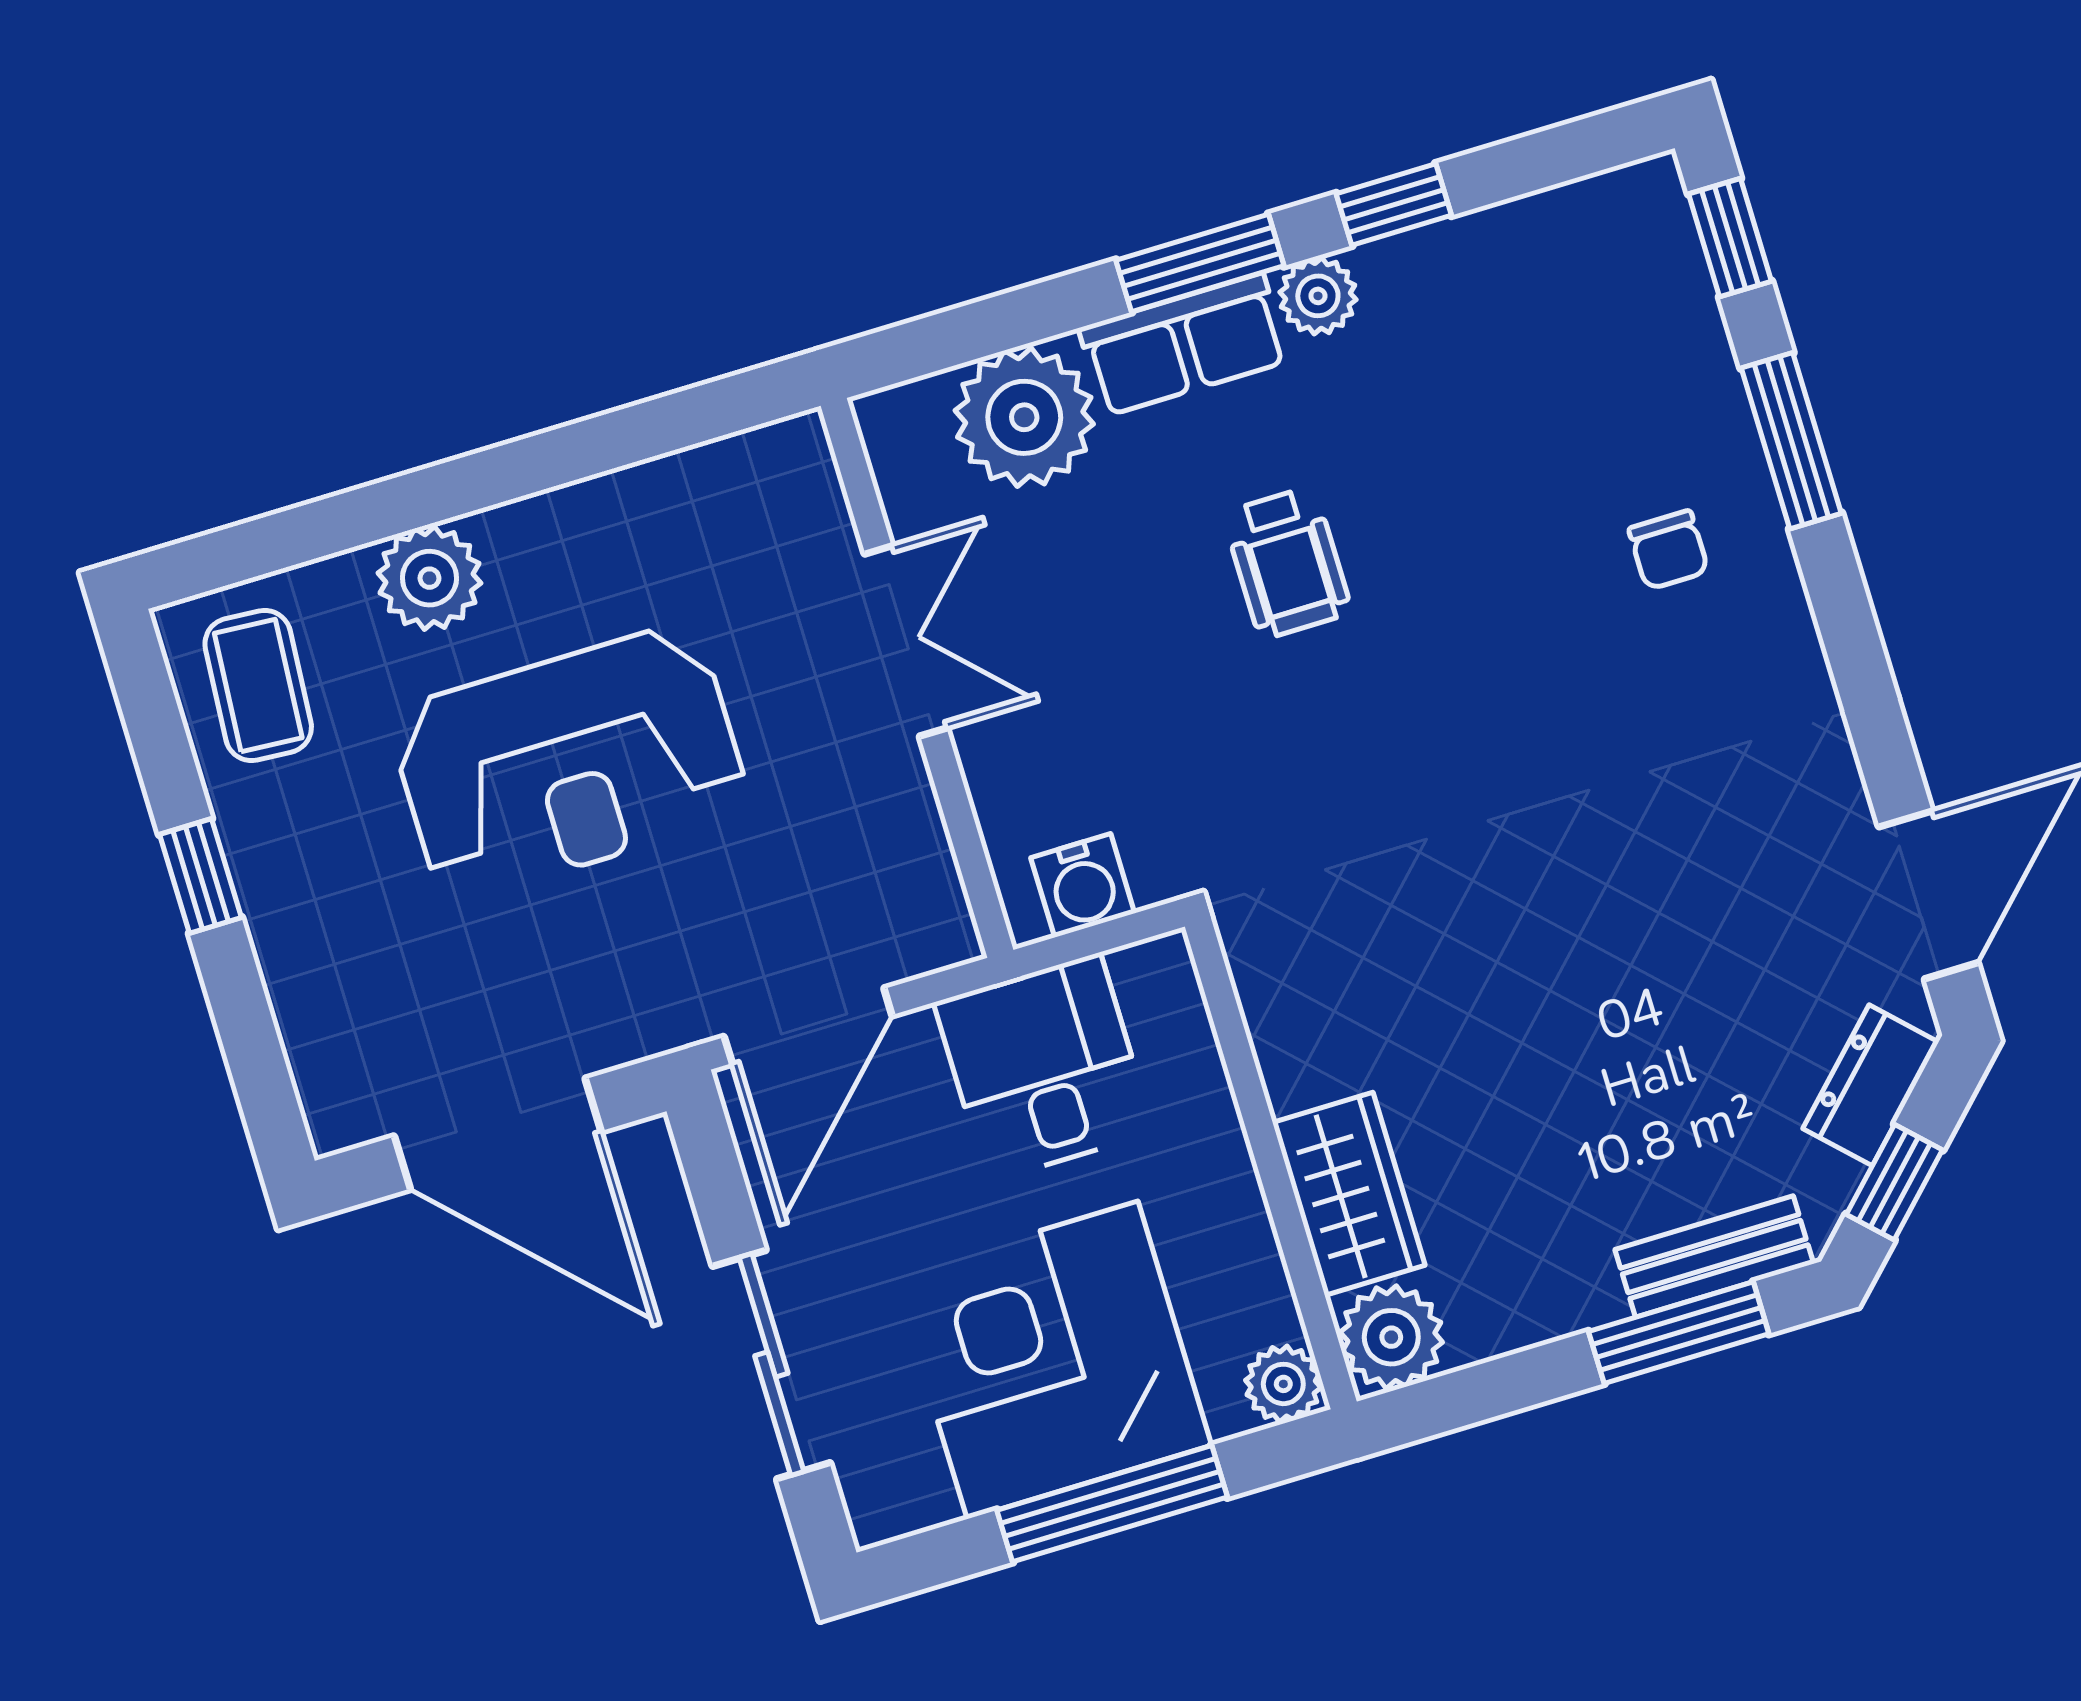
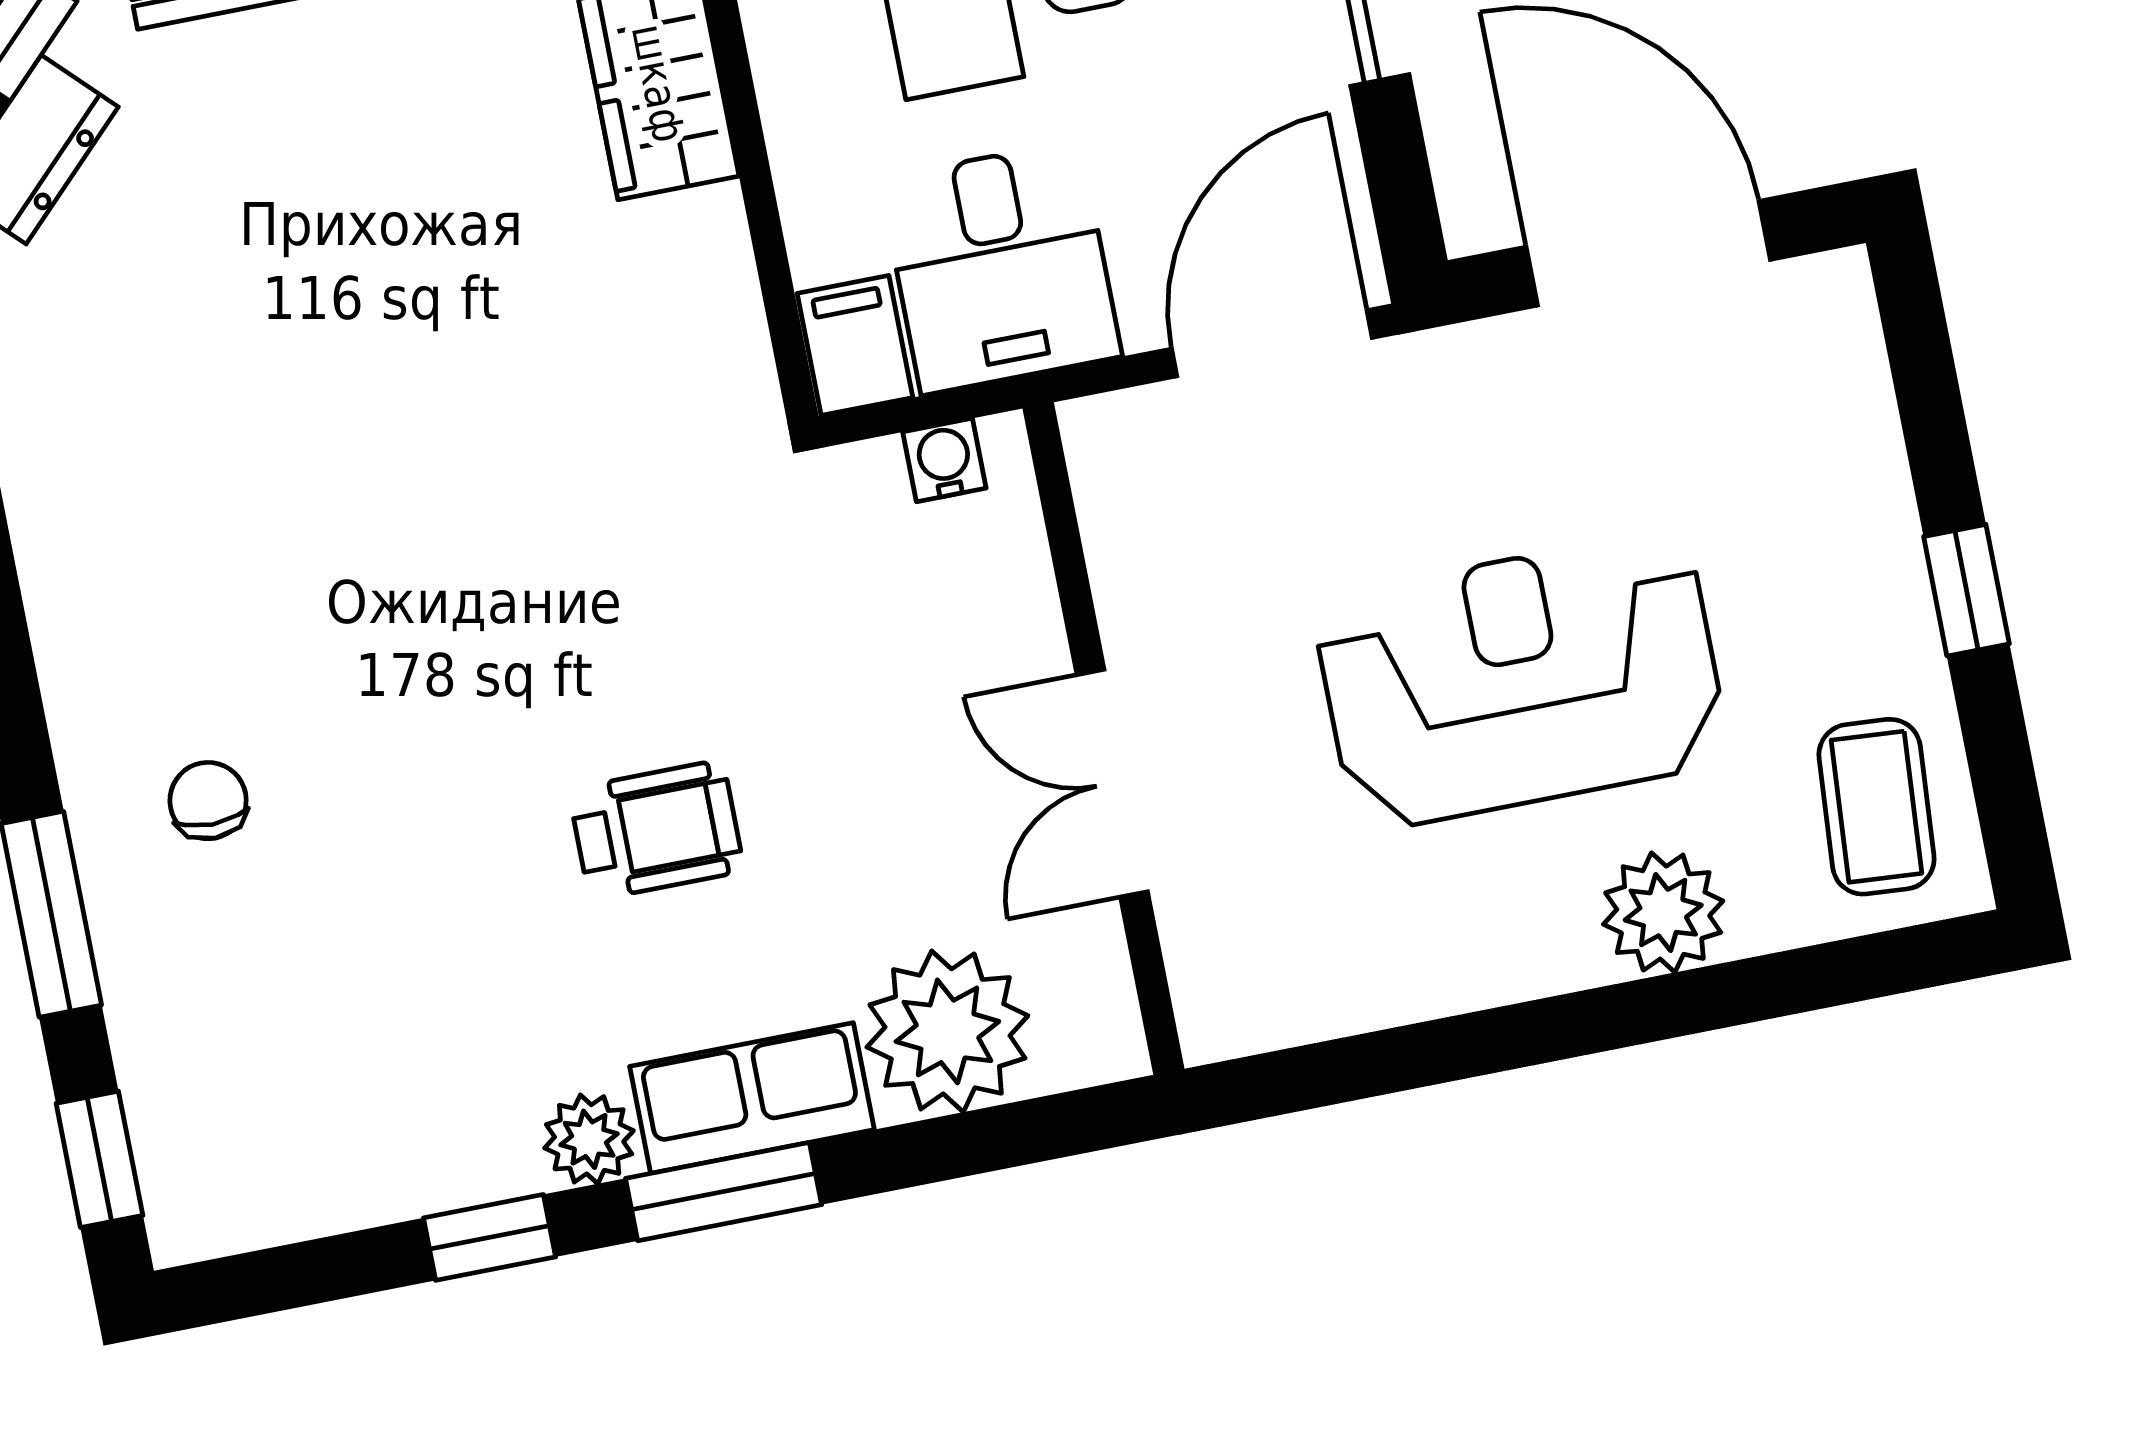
wheelchair: (1287, 563) -> (656, 830), turned 90
water cooler: (1083, 885) -> (944, 460), width x0.72, depth x0.72
filing cabinet: (1160, 989) -> (855, 345), added

